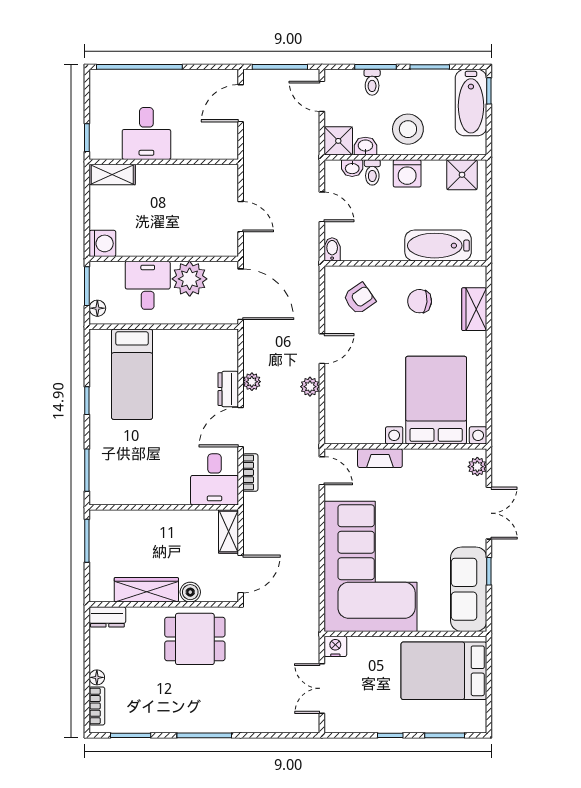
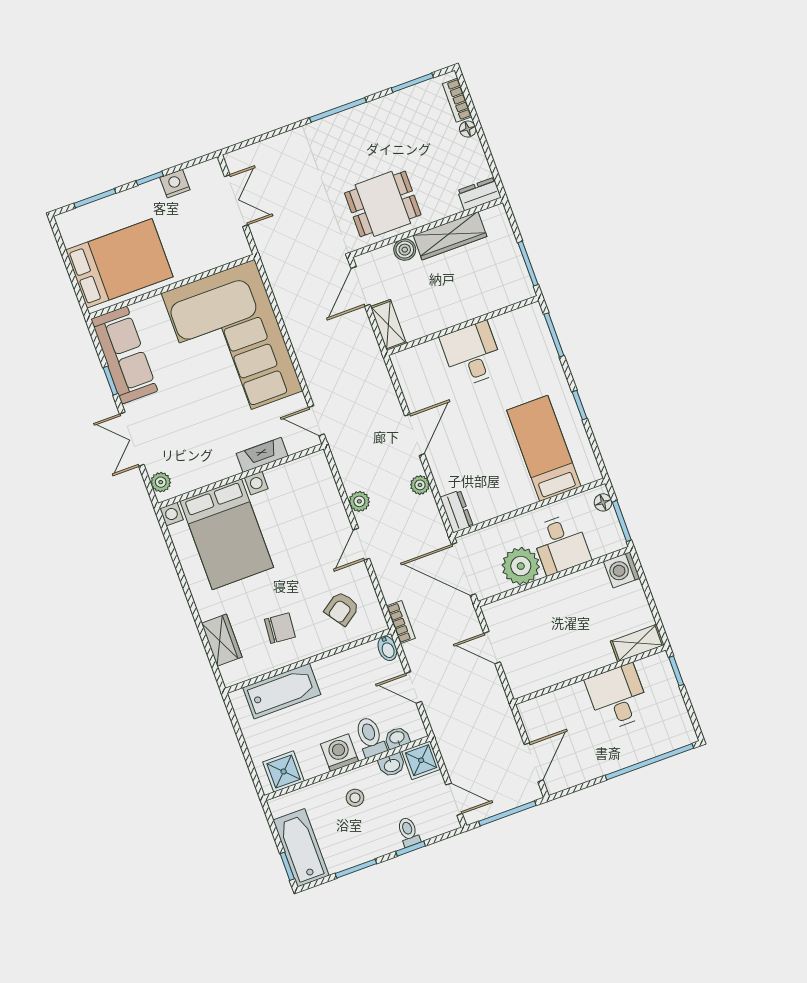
window: (376, 67) -> (411, 849), width x0.67
stool: (408, 129) -> (355, 798), width x0.53, depth x0.53
toilet: (372, 172) -> (370, 737), width x1.37, depth x1.39
dresser: (228, 389) -> (457, 512), moved
bookcase: (250, 473) -> (401, 622), moved, turned 180
desk: (214, 479) -> (472, 354), moved
nightstand: (335, 646) -> (175, 184), moved, turned 180

